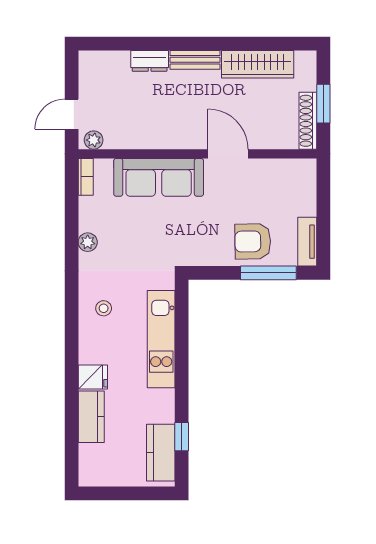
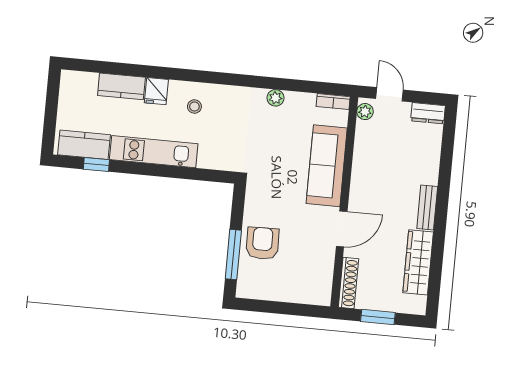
dresser: (150, 61) -> (428, 113), moved, turned -90
shoe rack: (308, 121) -> (348, 283), moved, turned 90
tv unit: (307, 242) -> (258, 291), removed
stool: (104, 308) -> (194, 106), moved
kitchen unit: (161, 339) -> (154, 152), moved

